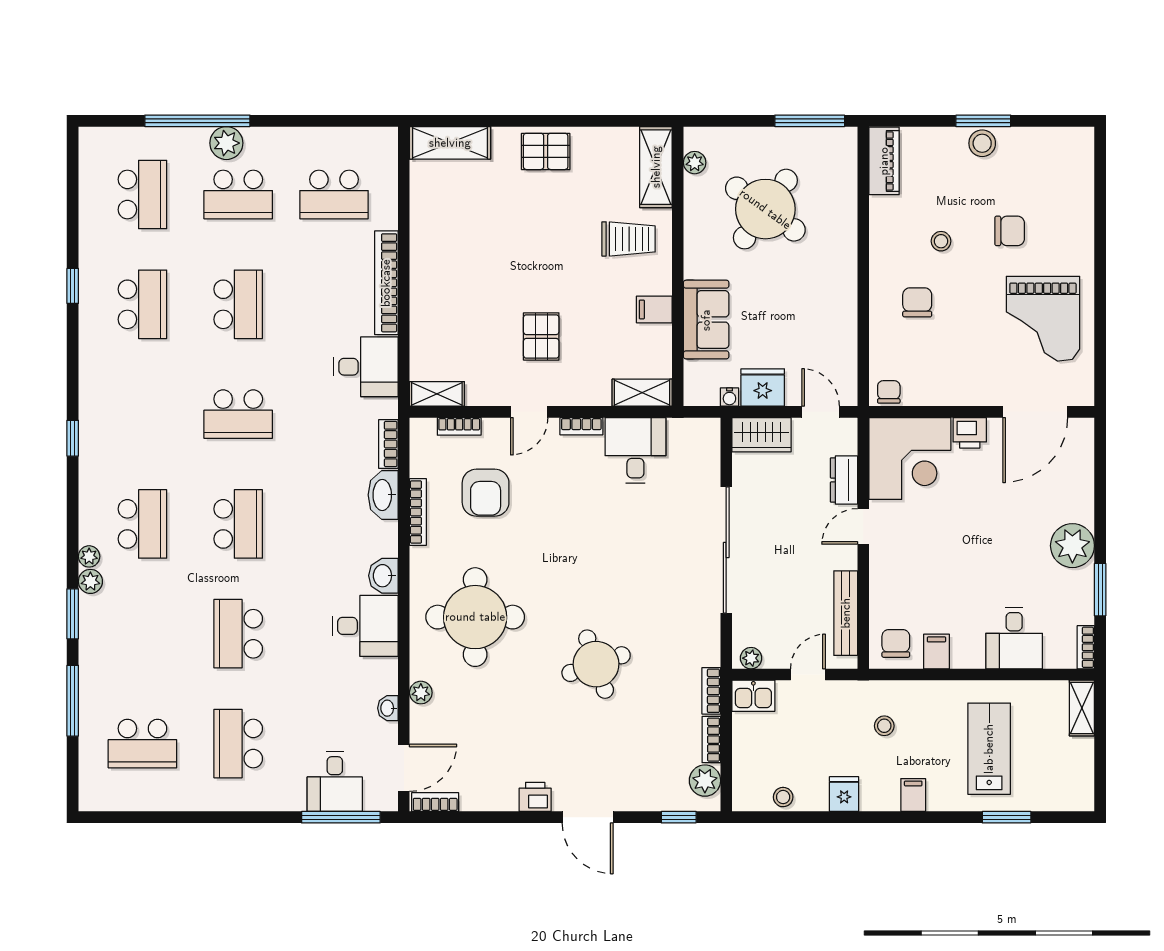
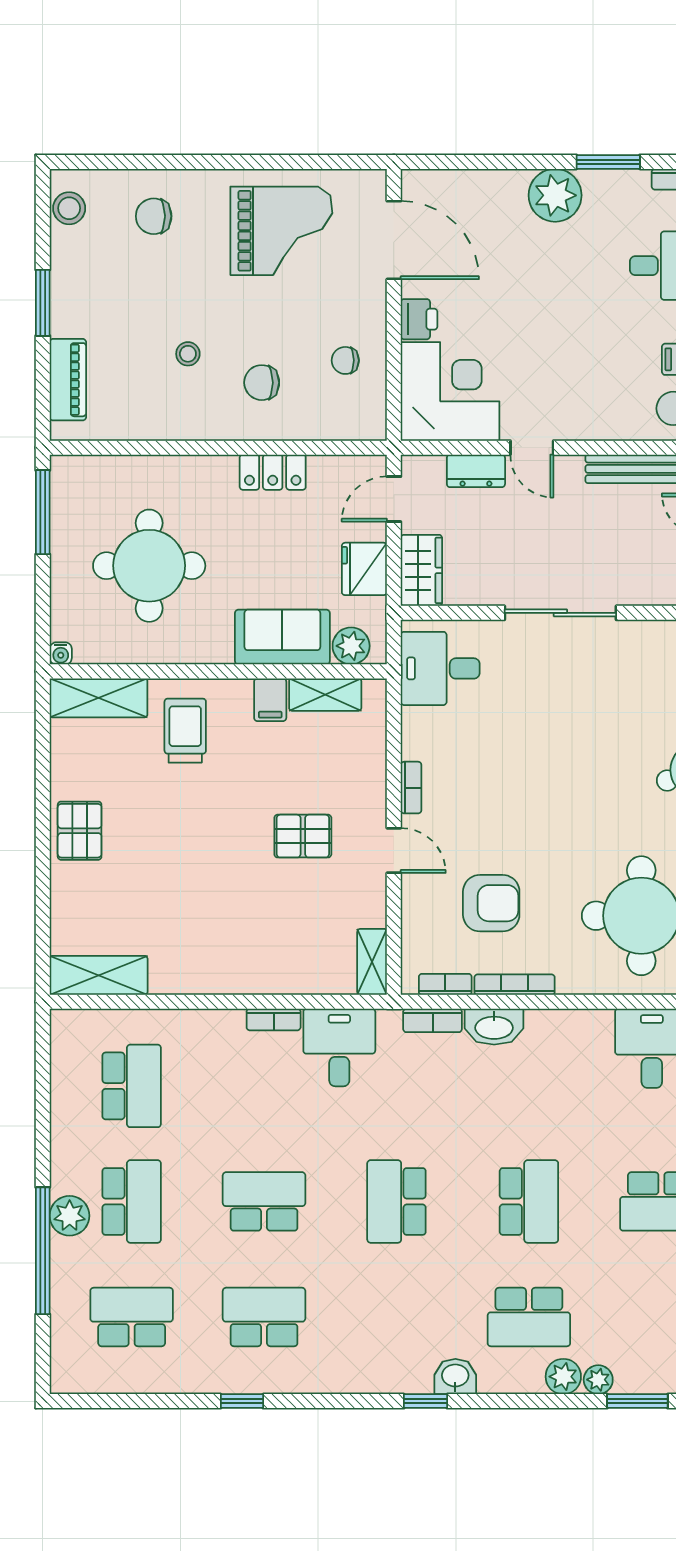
shelving: (450, 143) -> (99, 975), moved, turned 90
stool: (982, 143) -> (69, 208), moved
piano: (884, 161) -> (68, 380), moved, turned 90
plant: (695, 163) -> (351, 646), moved, width x1.38, depth x1.38
round table: (765, 209) -> (149, 566), turned -36
chair: (1010, 231) -> (154, 216), moved, turned -90
bookcase: (386, 283) -> (274, 1020), width x0.43, depth x0.76
locker: (843, 311) -> (273, 472), added
chair: (889, 392) -> (345, 360), moved
shelving: (642, 393) -> (325, 695), moved, turned 90
water cooler: (729, 397) -> (61, 653), moved, turned 90
school desk: (238, 414) -> (396, 1201), turned 180
bookcase: (459, 426) -> (445, 984), moved, turned -90
desk: (635, 450) -> (440, 668), moved
school desk: (142, 524) -> (529, 1317), turned 180
school desk: (238, 524) -> (529, 1201), turned 90
sliding door: (726, 550) -> (560, 613), width x0.73
plant: (89, 556) -> (563, 1377), width x1.38, depth x1.38
washbasin: (383, 576) -> (455, 1377), moved, turned 180

